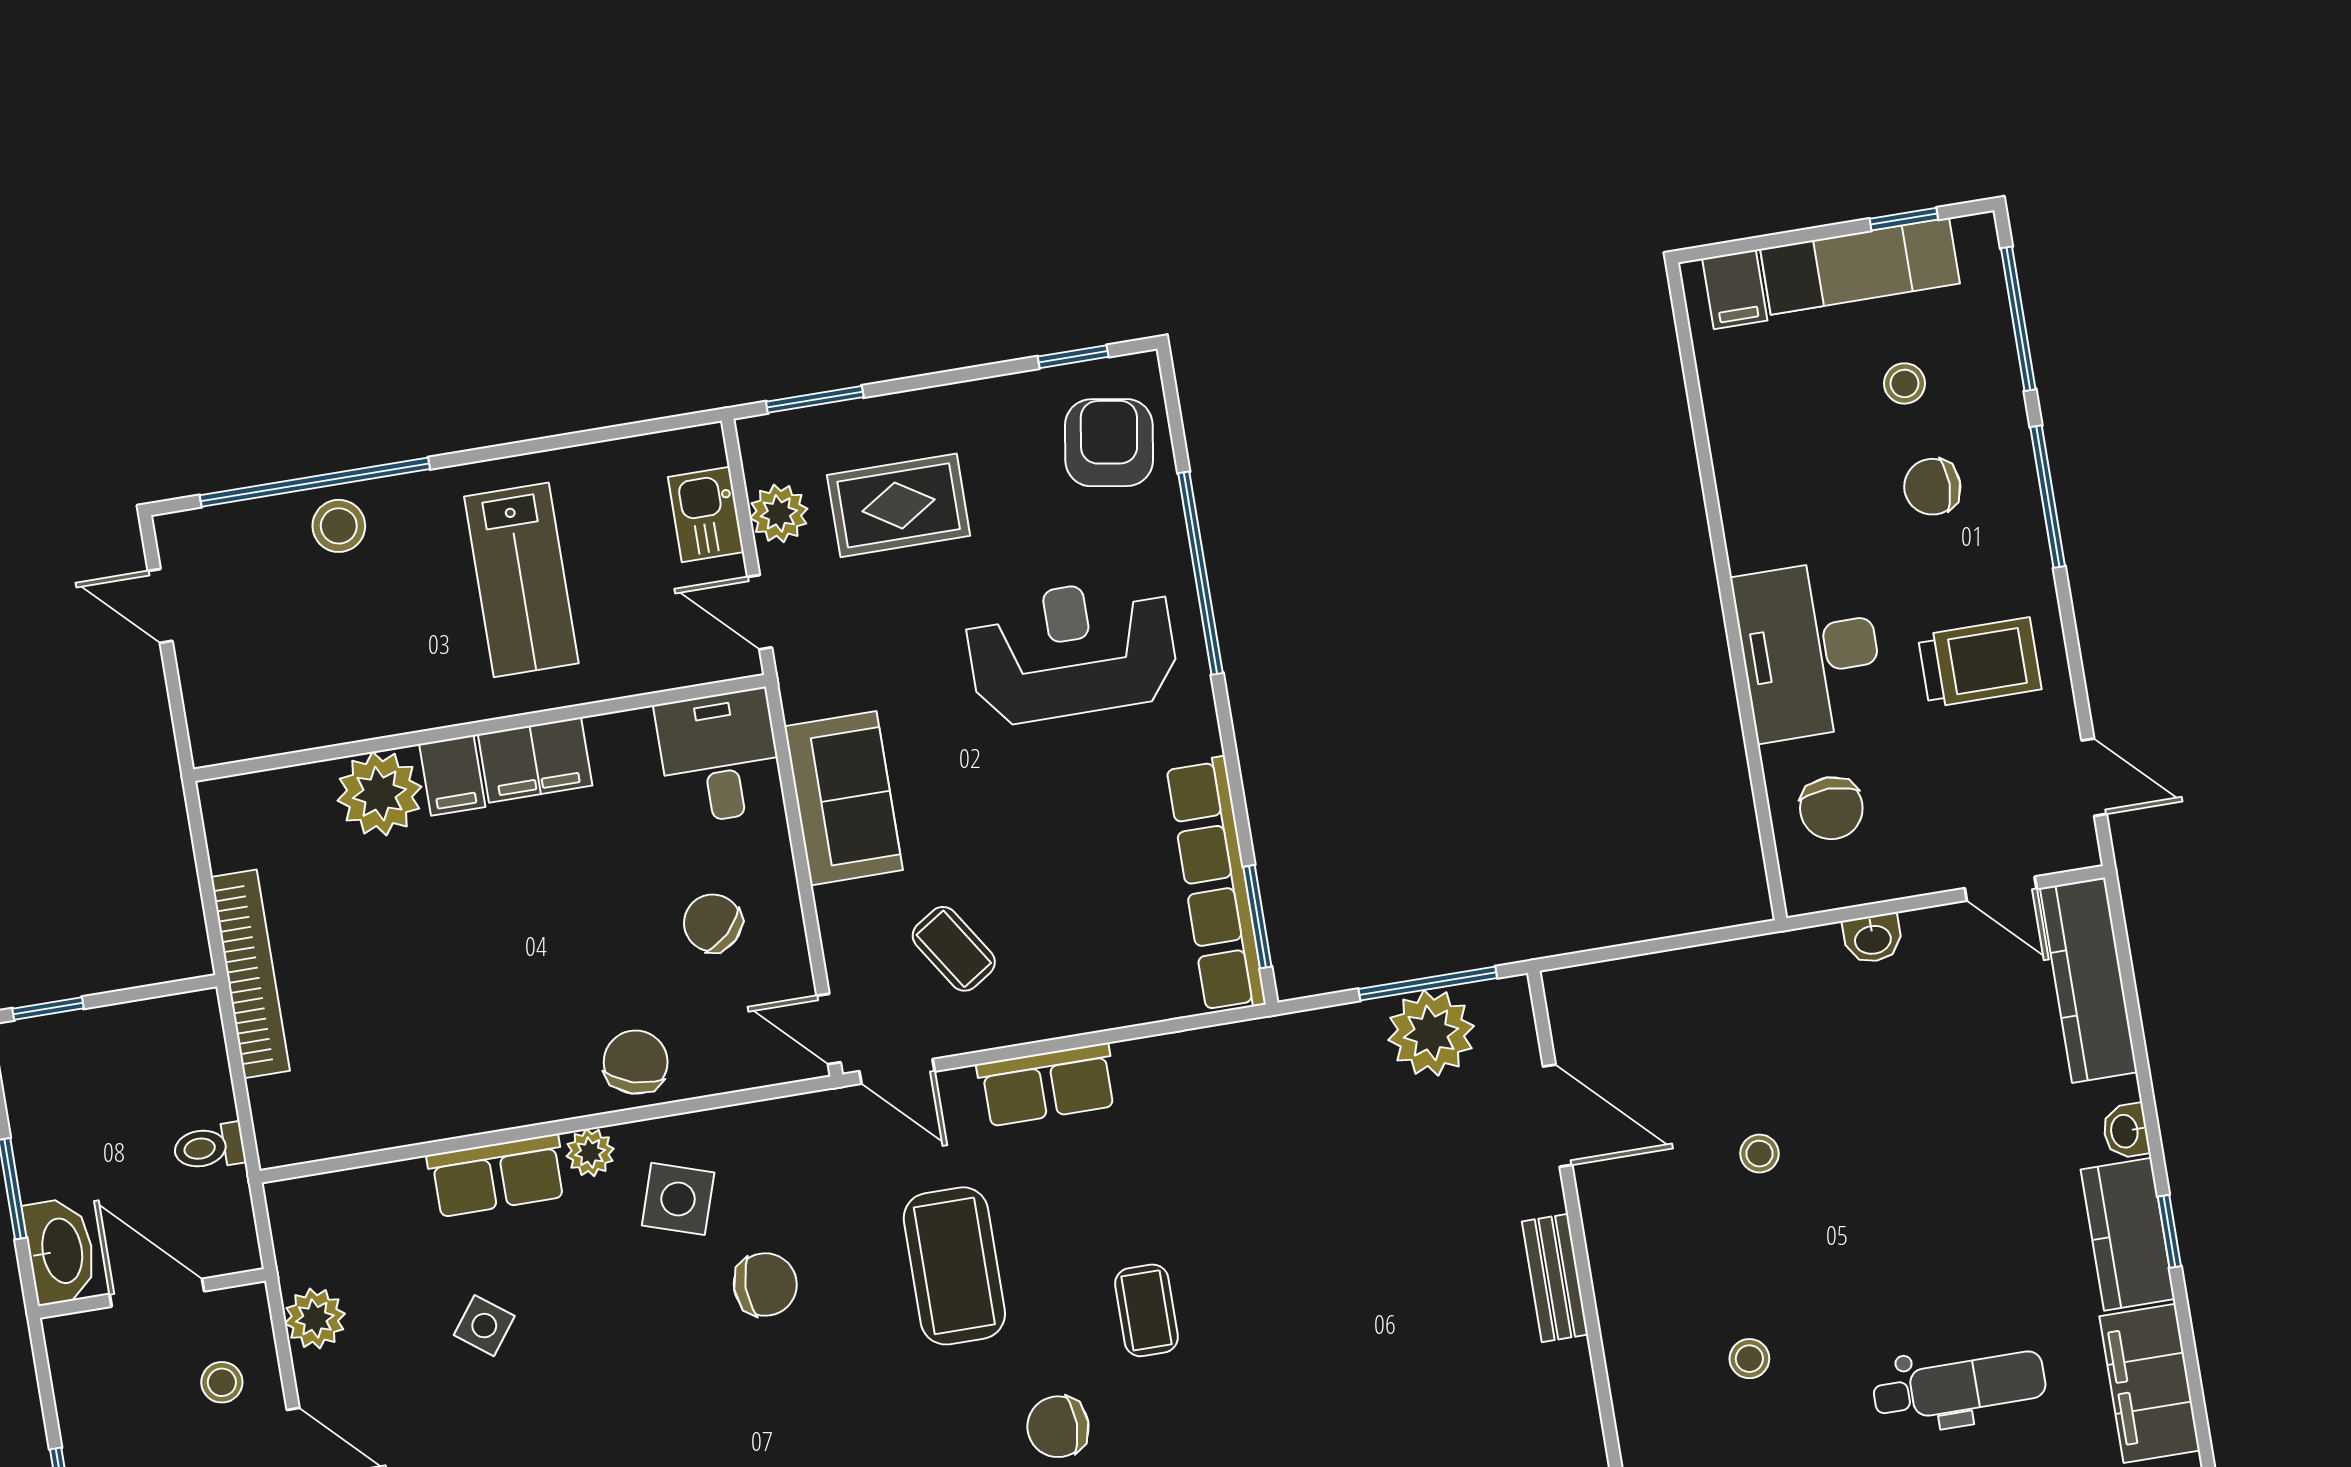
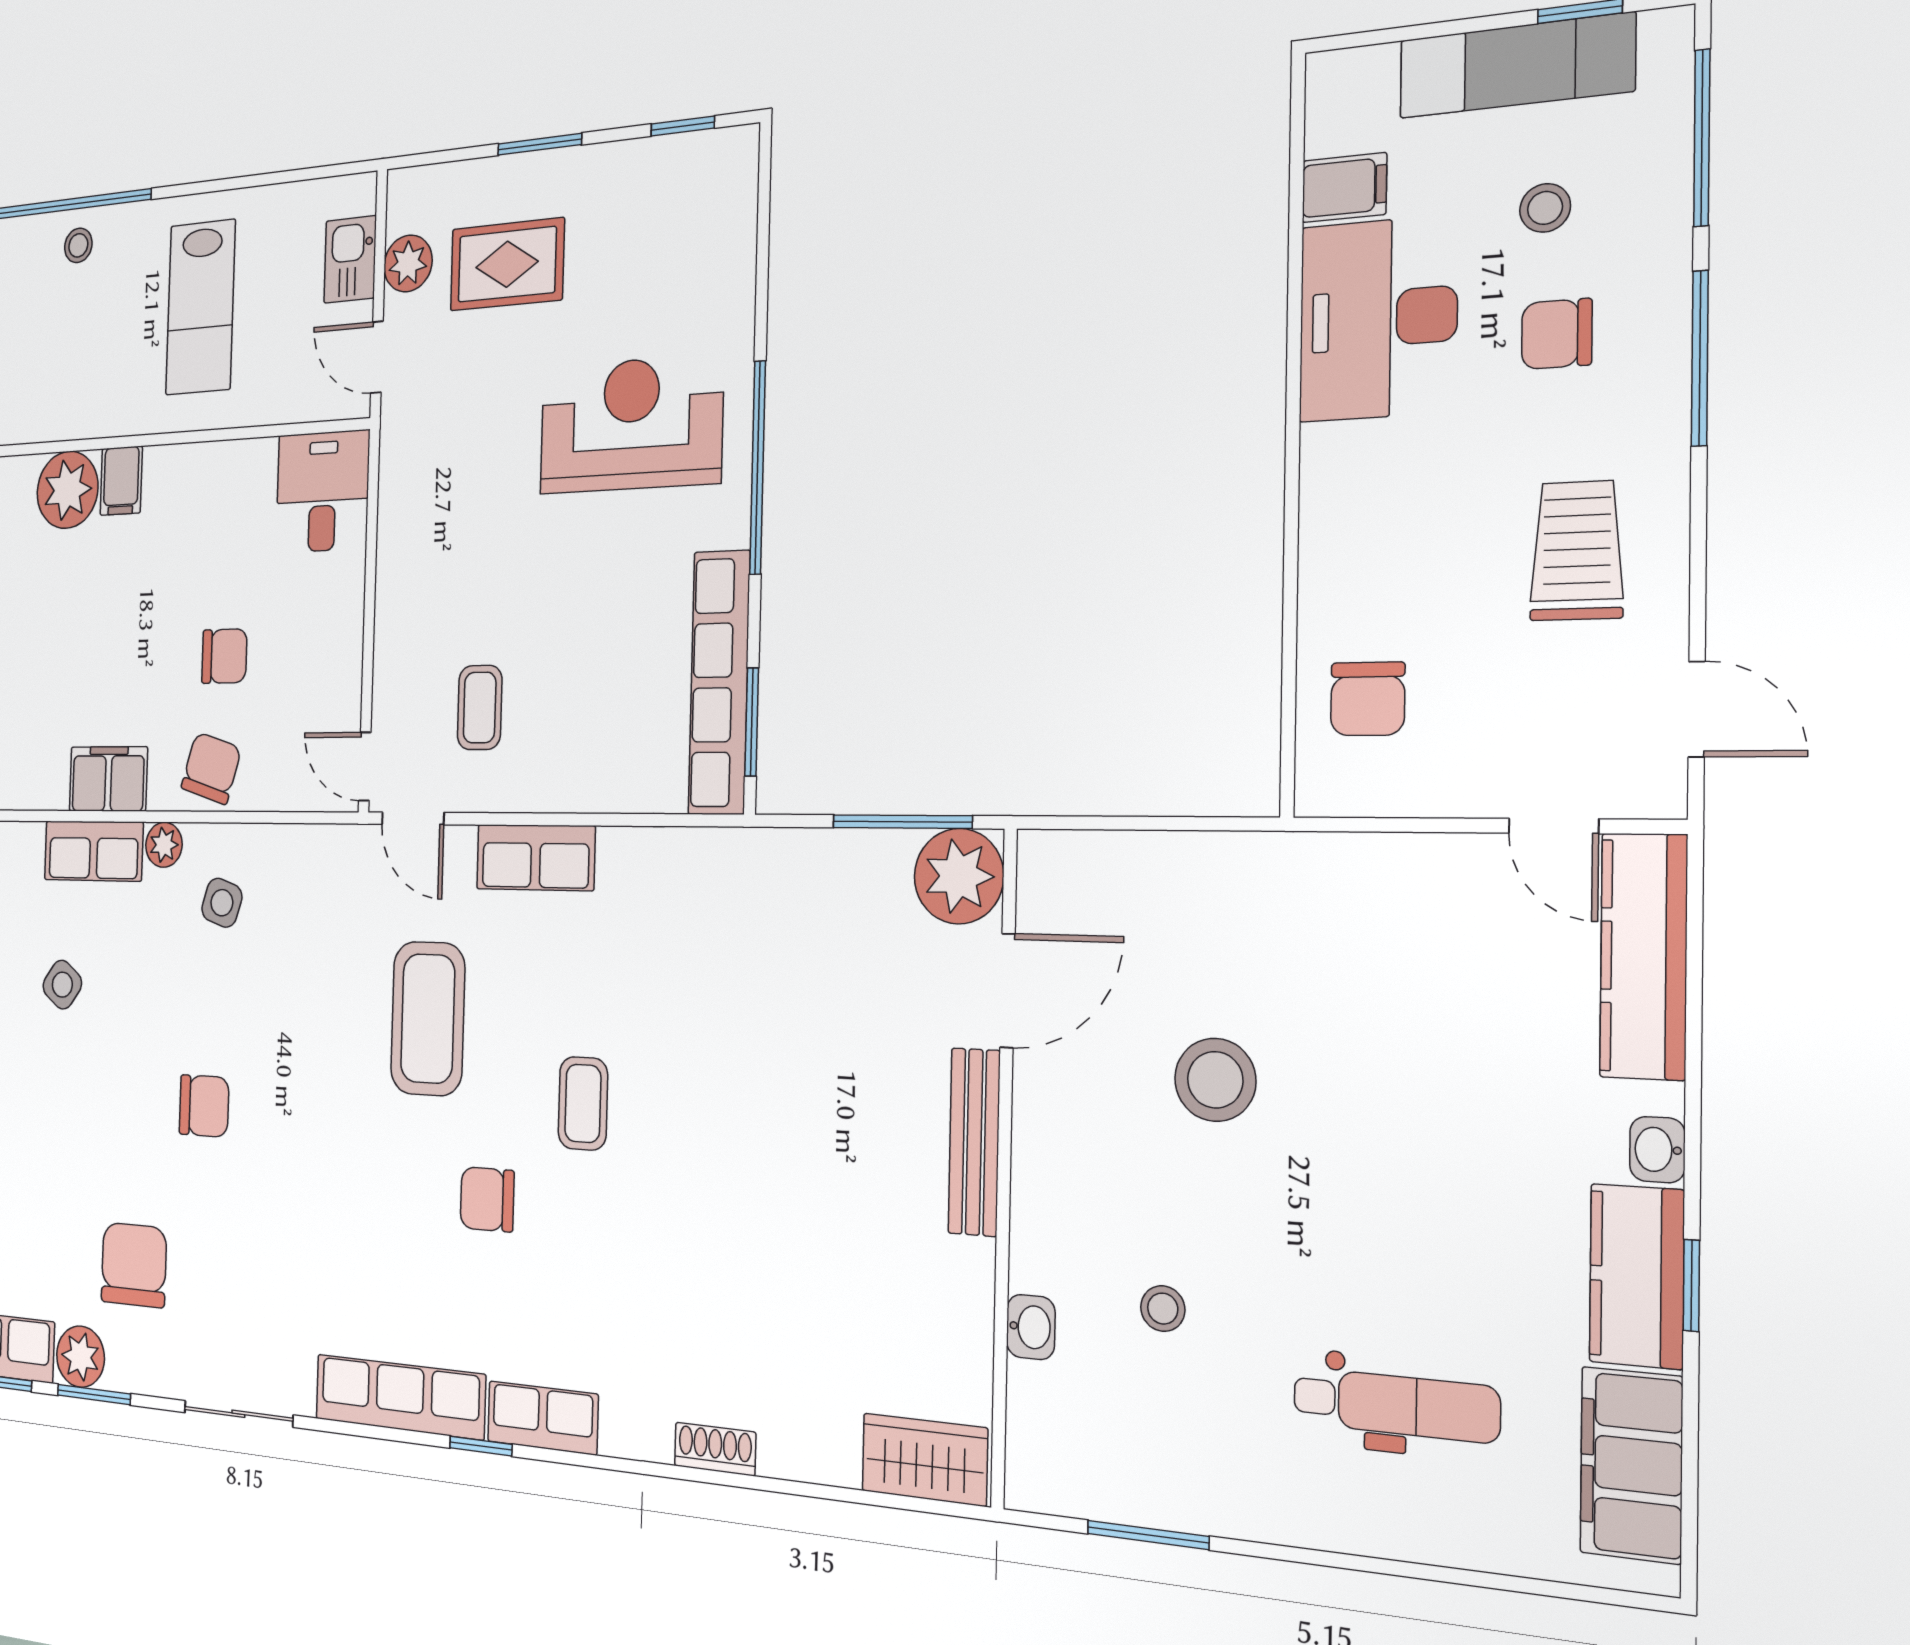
filing cabinet: (1735, 289) -> (1344, 188), moved, turned -90
window: (815, 399) -> (540, 144), moved
armchair: (1109, 443) -> (700, 216), removed
stool: (339, 526) -> (78, 245), width x0.73, depth x0.73
window: (1200, 573) -> (758, 468), moved
desk: (1809, 650) -> (1378, 319), moved
trolley: (1980, 662) -> (1577, 551), turned -90
filing cabinet: (535, 760) -> (108, 779), moved, turned 180
sofa: (844, 798) -> (414, 545), removed
chair: (713, 923) -> (224, 656), moved, turned 134
washbasin: (1873, 939) -> (1031, 1327), moved, turned -90
coffee table: (954, 949) -> (480, 707), turned 33
plant: (1431, 1033) -> (959, 876), moved
door: (1558, 1116) -> (1007, 991), hinge flipped
stool: (1760, 1154) -> (1215, 1080), width x1.89, depth x1.89
side table: (678, 1199) -> (222, 903), width x0.73, depth x0.73
bench: (1555, 1278) -> (974, 1142), width x1.36
chair: (765, 1285) -> (204, 1106), moved

